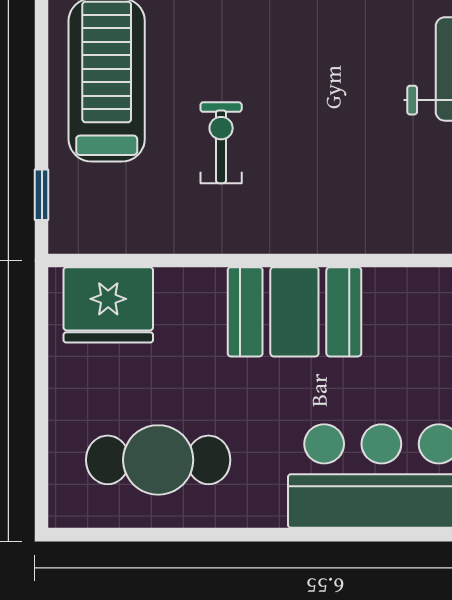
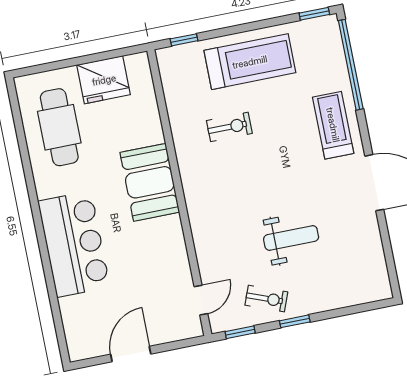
fridge: (108, 305) -> (104, 80), moved, turned -90

